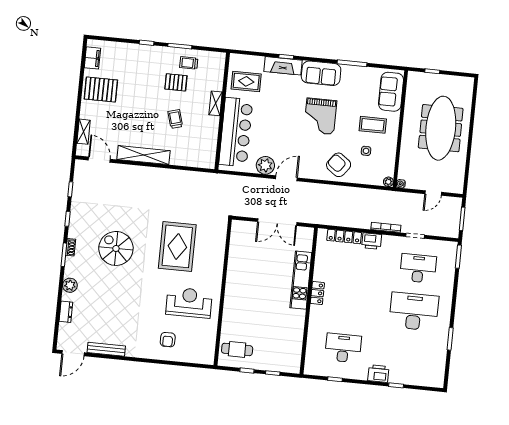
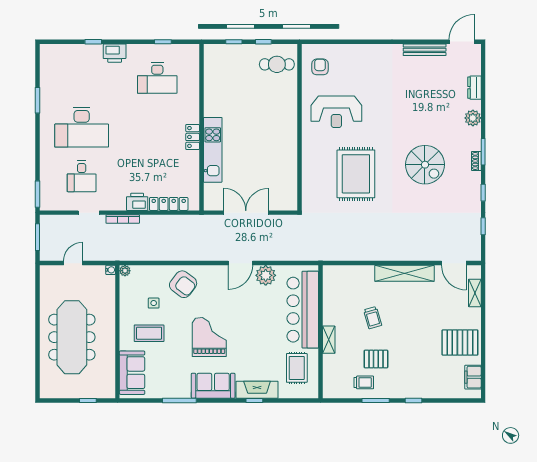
rug: (246, 81) -> (297, 368), turned 90
desk: (418, 268) -> (82, 176), width x0.73
armchair: (168, 340) -> (320, 67), moved

